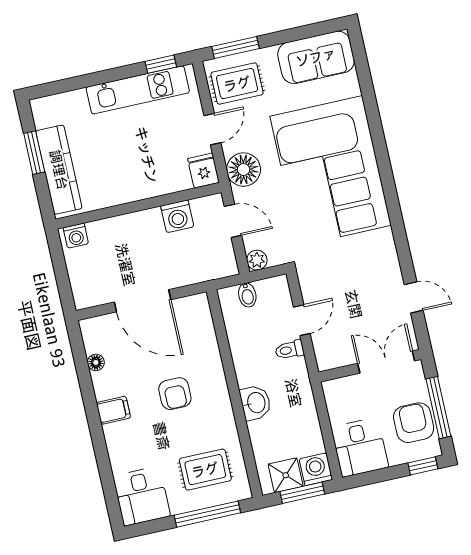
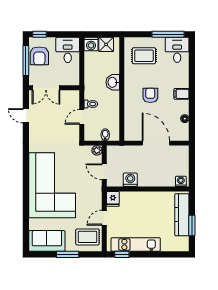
window: (235, 47) -> (68, 254), moved
floor lamp: (244, 170) -> (94, 195), removed
window: (302, 493) -> (100, 34), removed
window: (207, 514) -> (168, 34), moved

